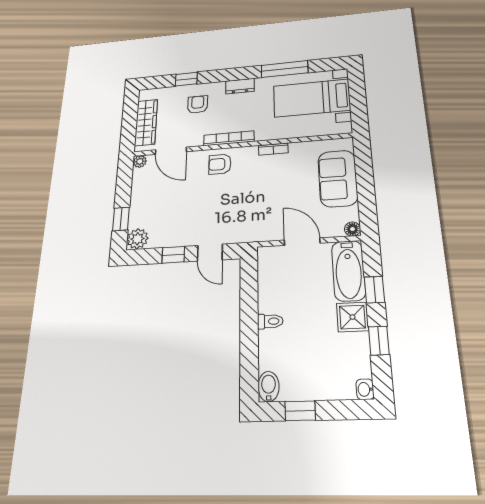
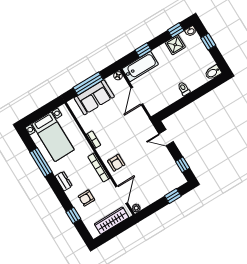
window: (365, 179) -> (88, 84), added
plant: (137, 239) -> (179, 180), removed
door: (210, 253) -> (166, 138), swing flipped
window: (173, 255) -> (183, 165), moved
shower: (352, 317) -> (175, 45), moved
window: (379, 341) -> (176, 30), moved
window: (300, 411) -> (208, 42), moved

